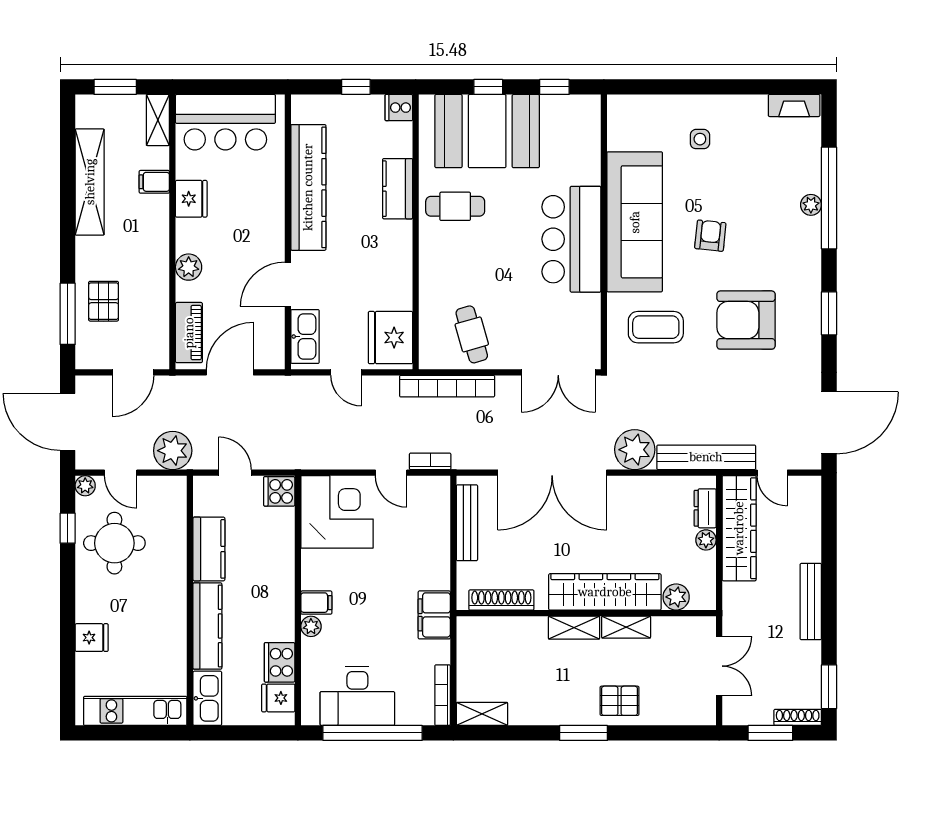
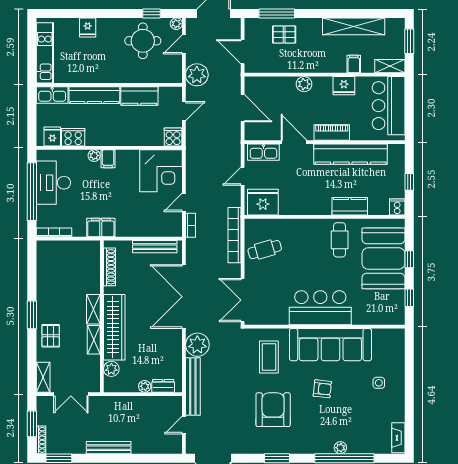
piano: (189, 333) -> (332, 132), moved, turned 180
wardrobe: (739, 528) -> (151, 406), removed
shelving: (482, 714) -> (43, 377), moved

